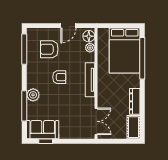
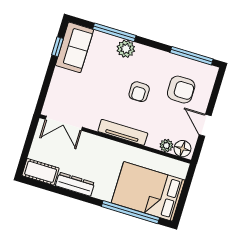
armchair: (49, 49) -> (181, 90), turned 90

